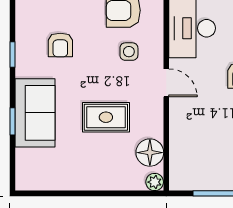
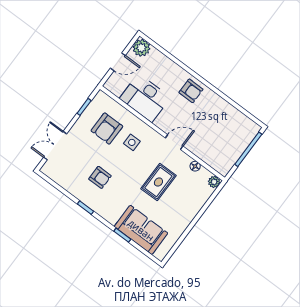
door: (166, 83) -> (174, 142), moved
sofa: (35, 113) -> (141, 230), moved
floor lamp: (150, 153) -> (195, 166), width x0.53, depth x0.53

